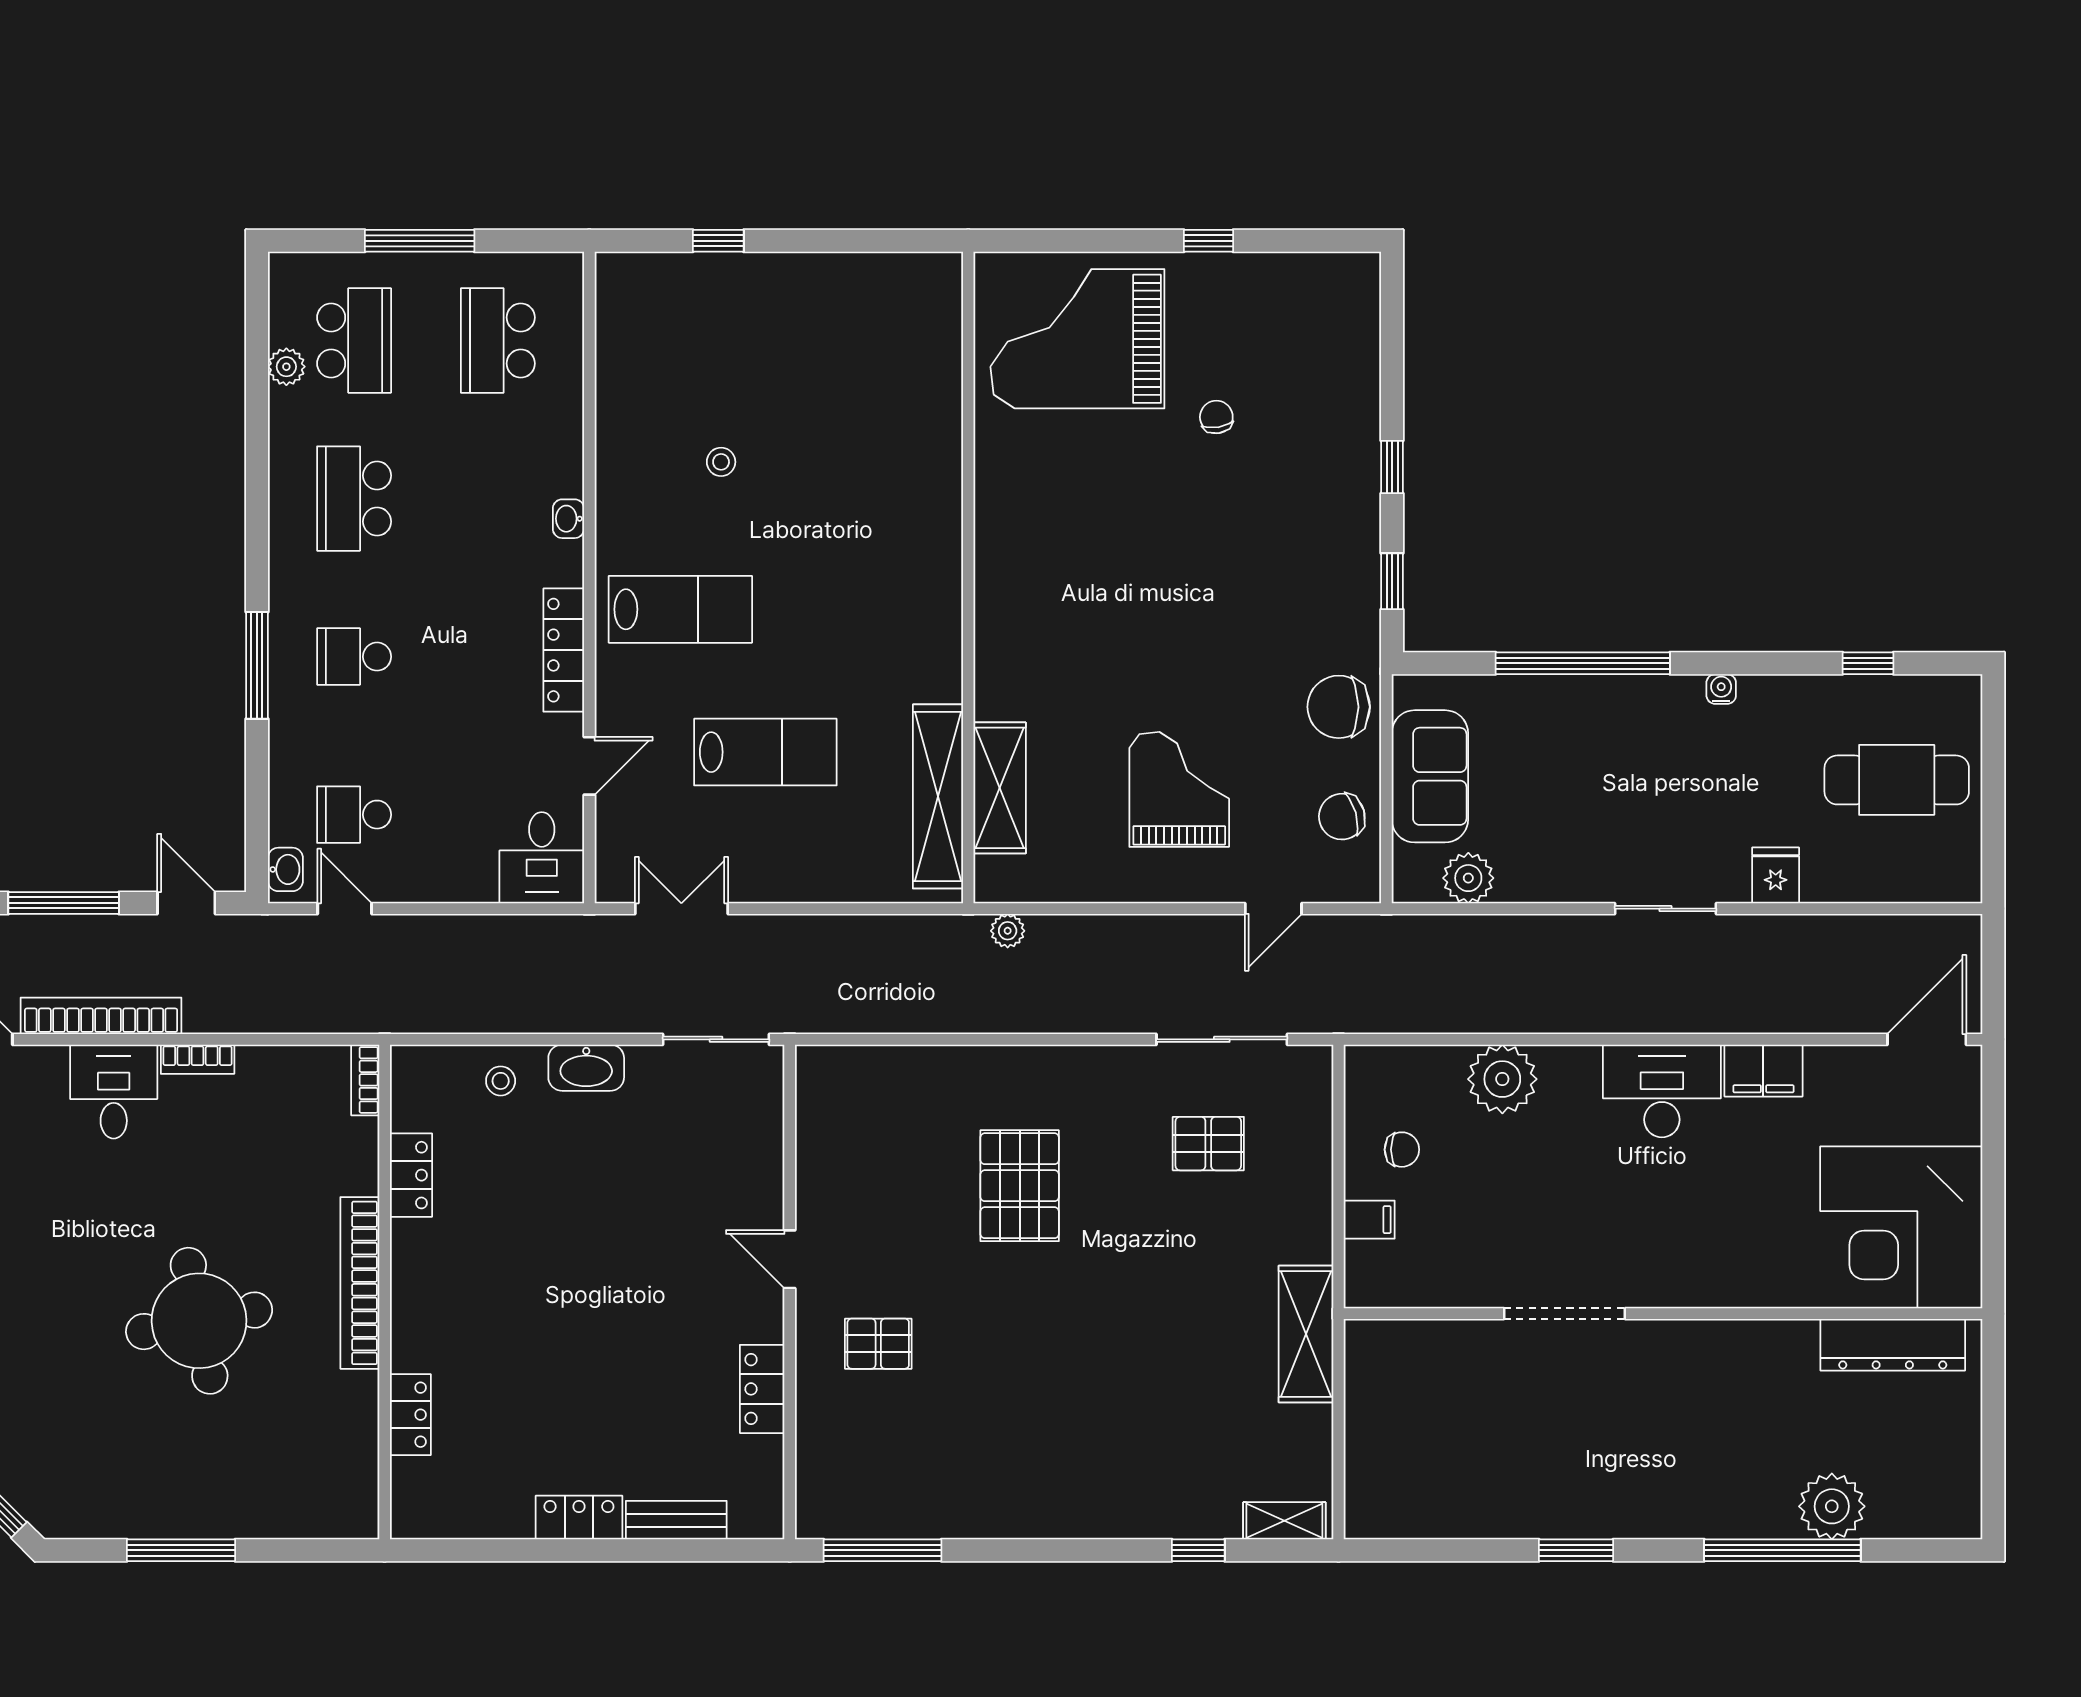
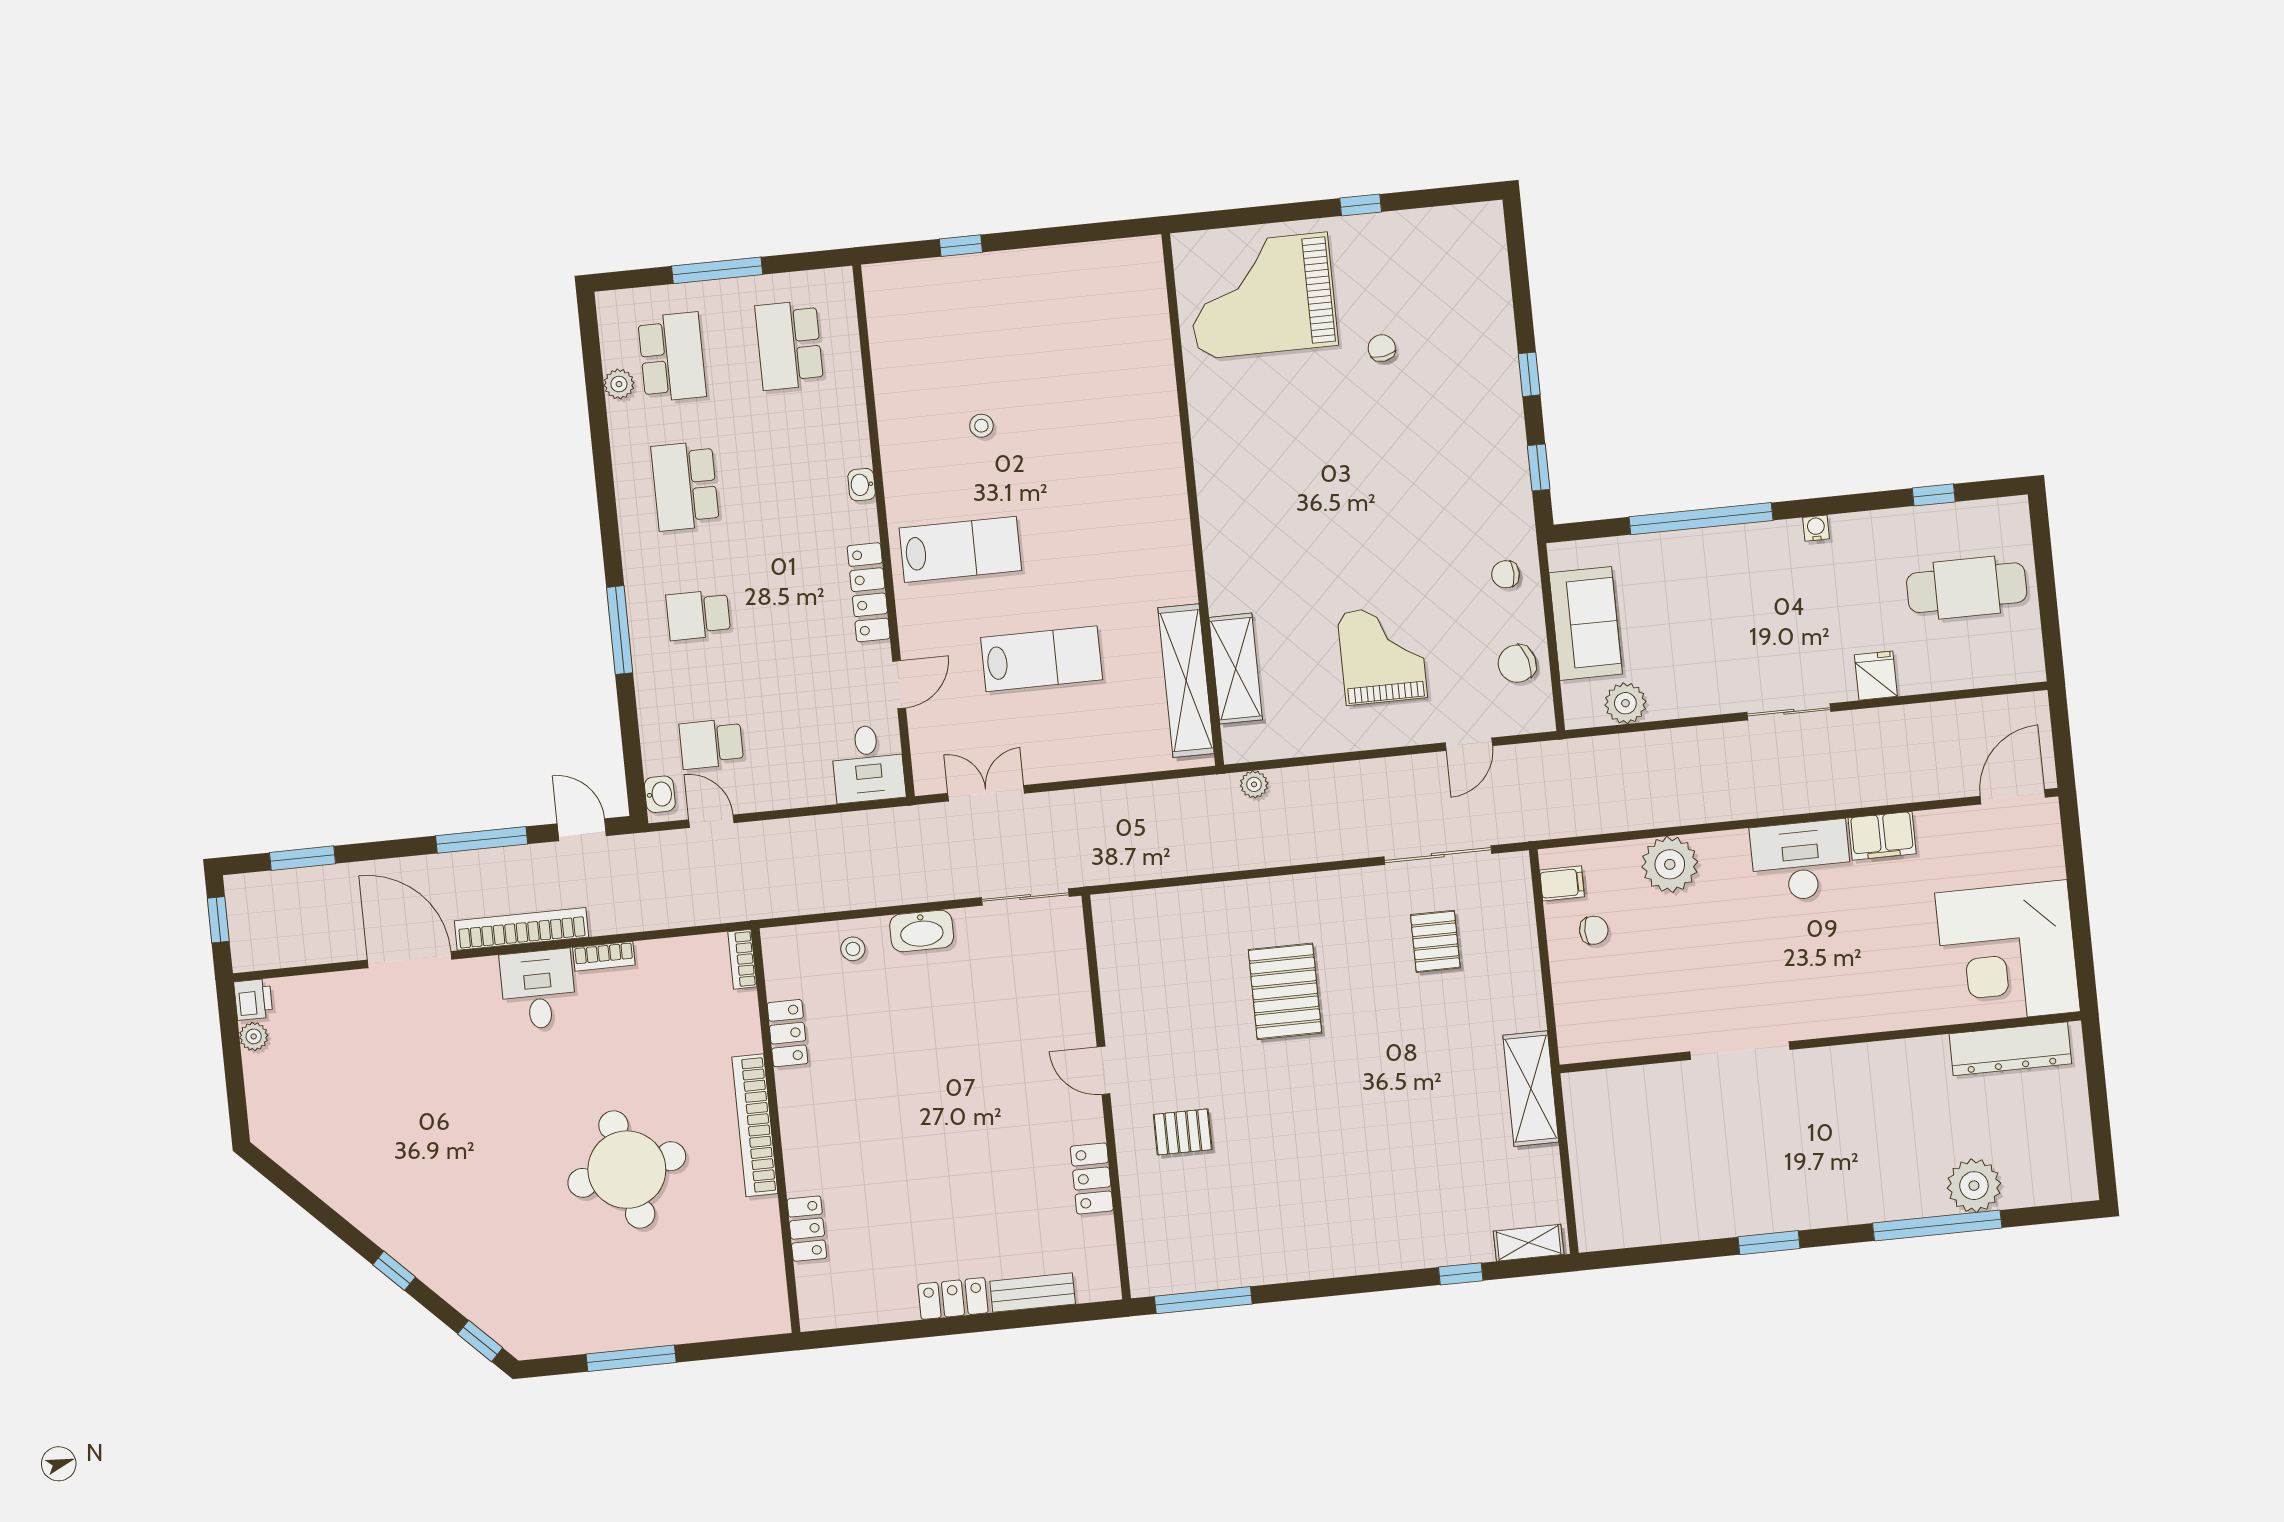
chair: (1339, 707) -> (1506, 574), width x0.54, depth x0.54
pallet: (1208, 1144) -> (1435, 941), turned 90
filing cabinet: (1369, 1220) -> (1562, 883), moved

